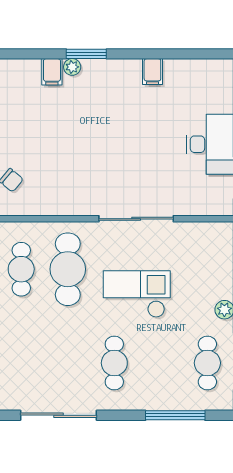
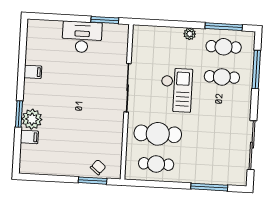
plant: (72, 67) -> (32, 119), width x1.87, depth x1.87
checkout: (137, 294) -> (176, 90), turned 180
cafe table: (114, 363) -> (222, 77), moved

